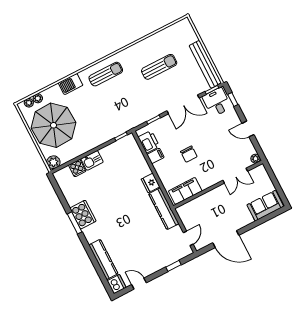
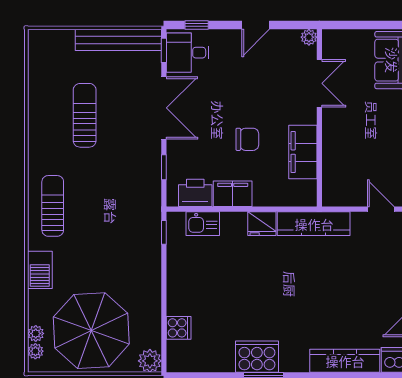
filing cabinet: (155, 156) -> (233, 194), width x2.00
kitchen sink: (92, 160) -> (203, 224), moved, turned 90
filing cabinet: (185, 191) -> (303, 152), moved

